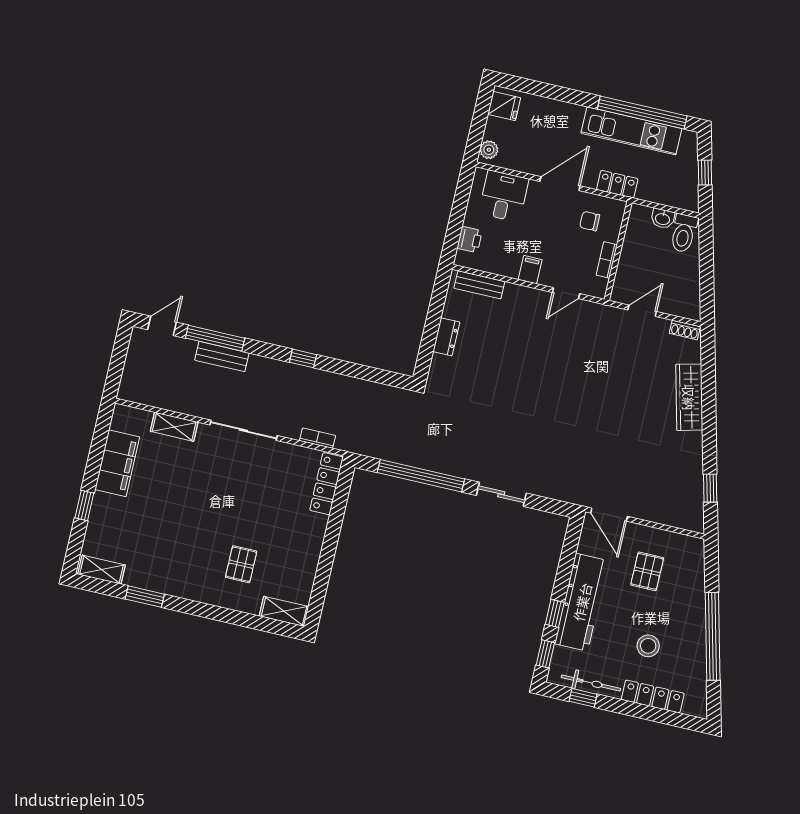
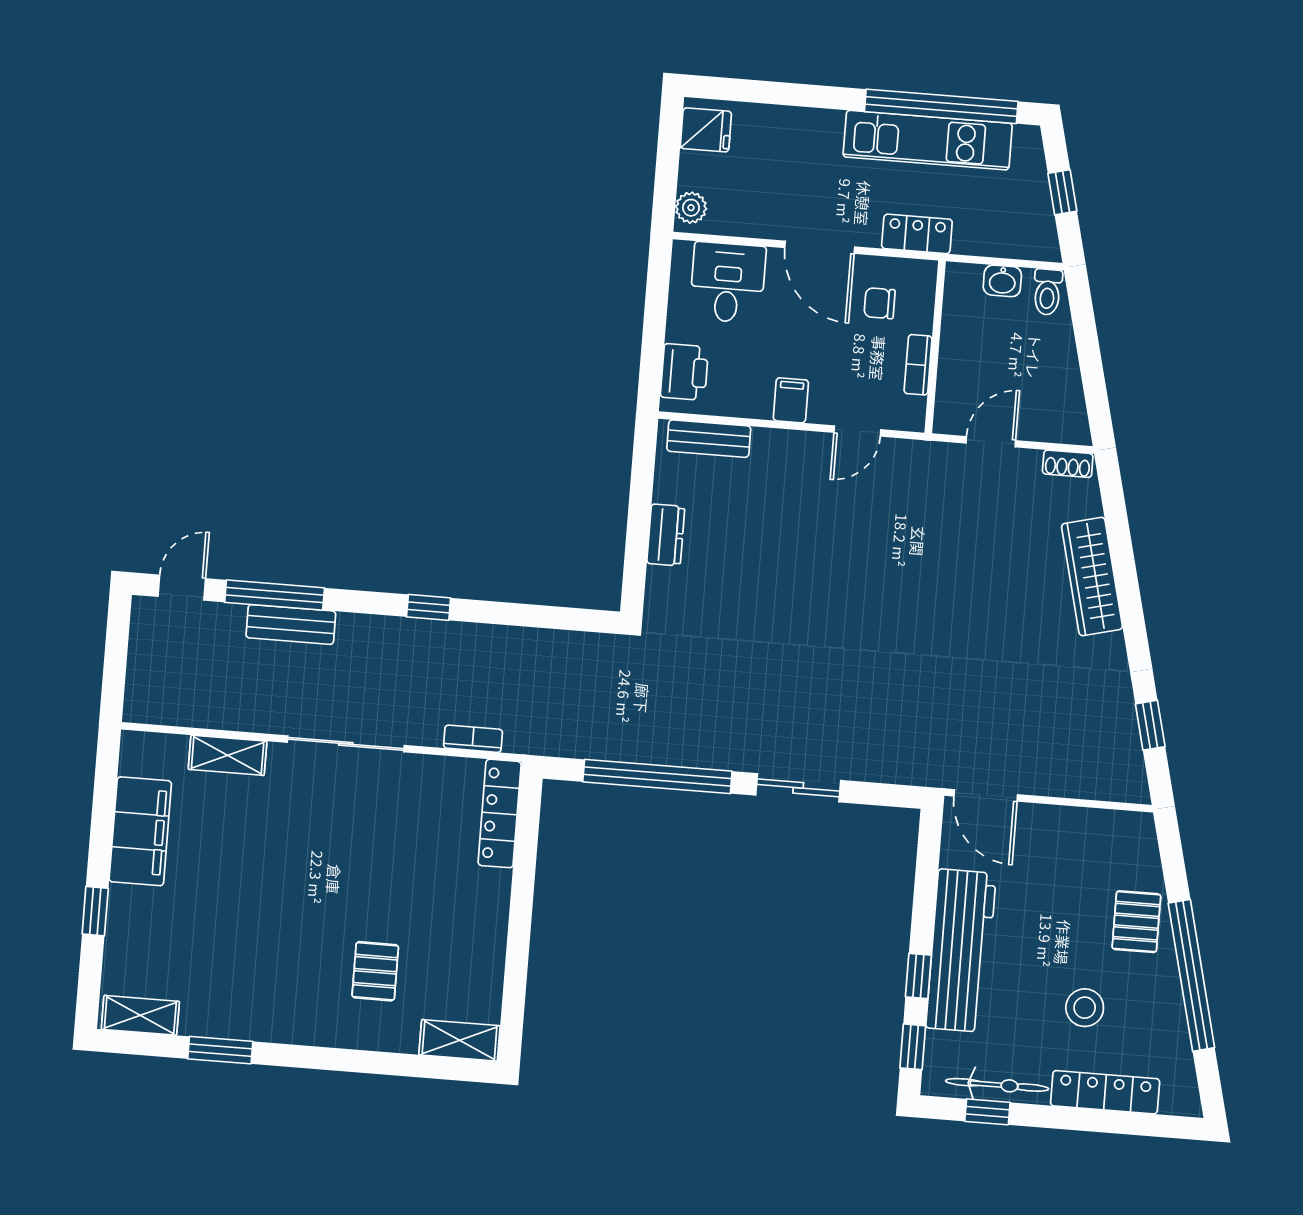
door: (560, 184) -> (820, 247), swing flipped
toilet: (684, 233) -> (1047, 292), width x0.73, depth x0.72
printer: (469, 239) -> (684, 372), width x1.36, depth x1.24
pallet: (647, 571) -> (1136, 922), moved

